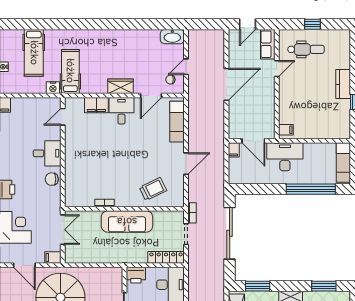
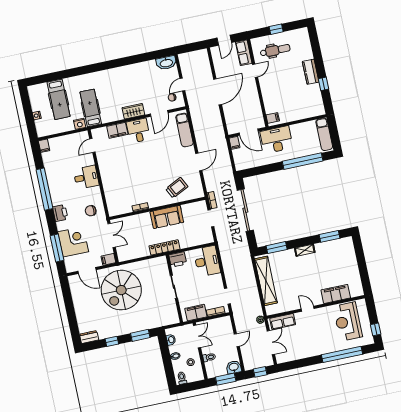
chair: (52, 179) -> (91, 211), moved
sofa: (127, 221) -> (167, 217), width x0.73
locker: (166, 257) -> (164, 247), moved

